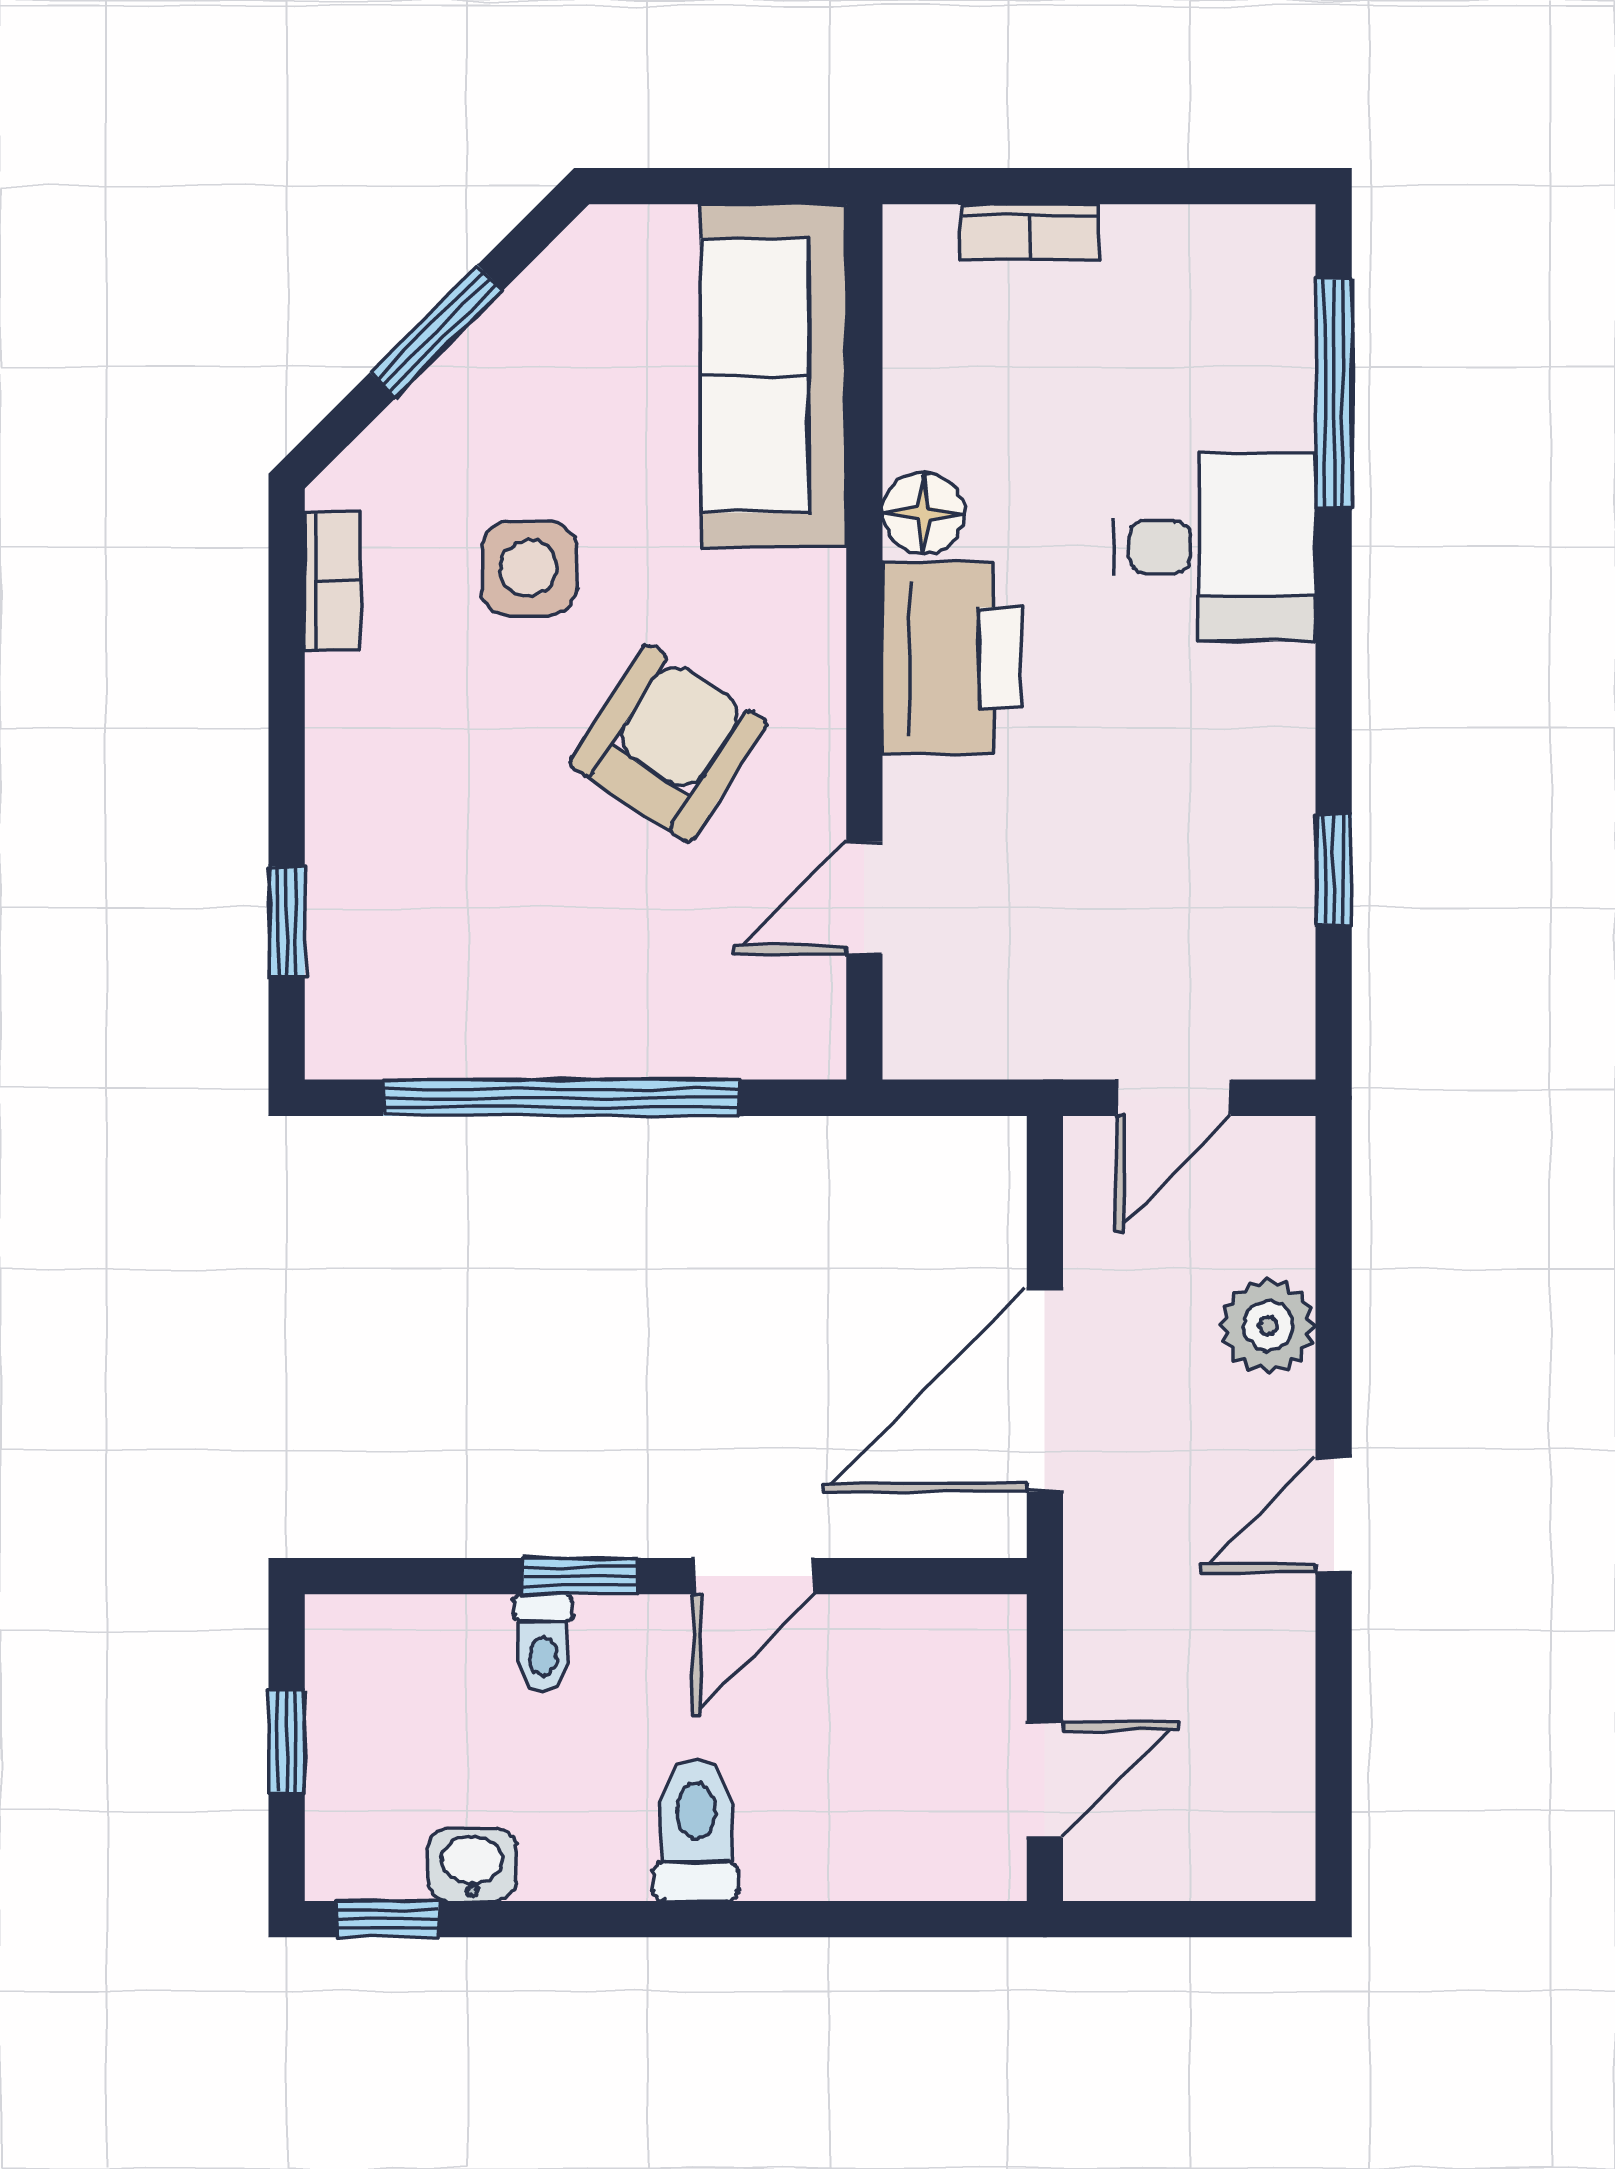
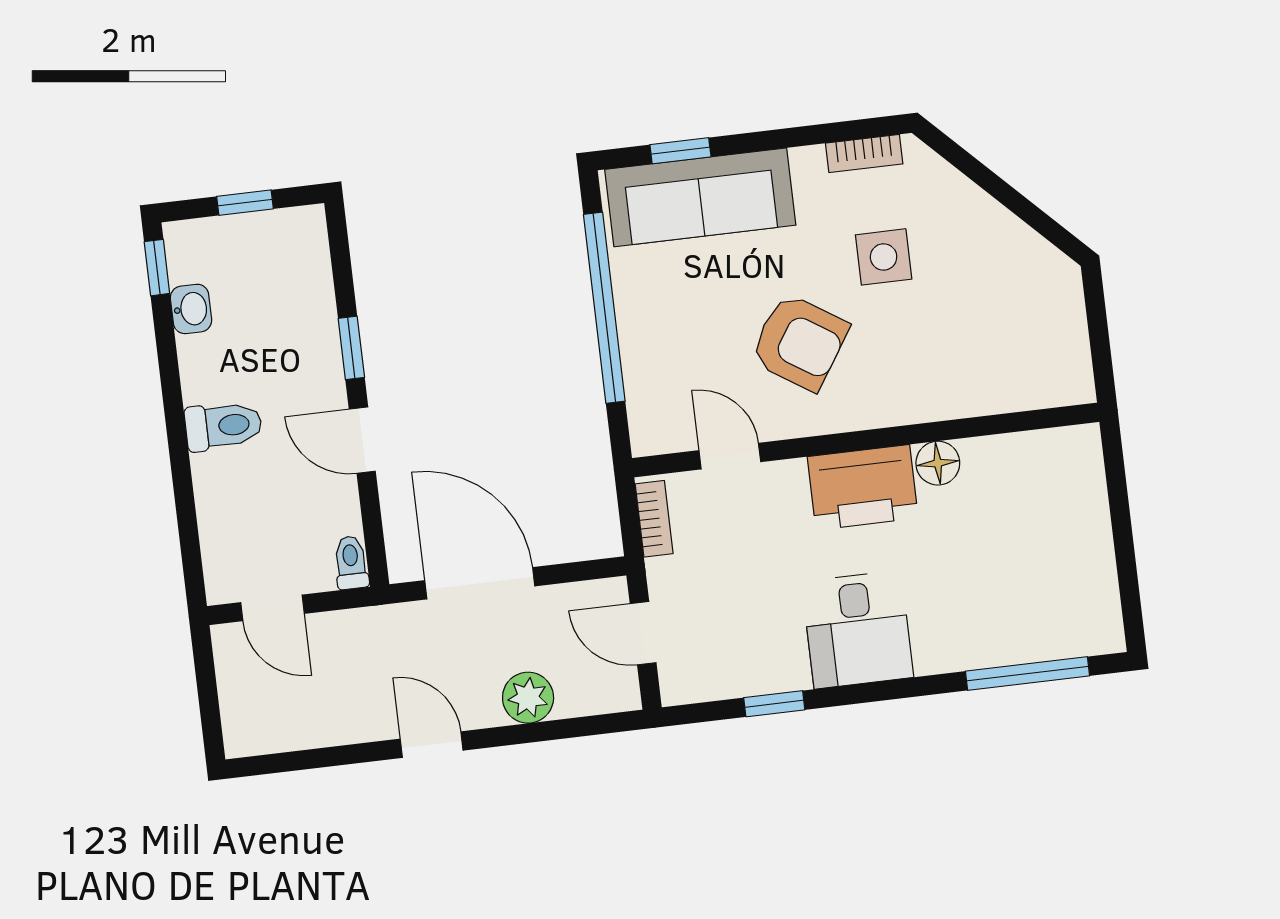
bookcase: (1029, 232) -> (654, 519), moved, turned 180
window: (436, 331) -> (1004, 193), removed
sofa: (773, 375) -> (700, 197), moved, turned 180
desk: (1214, 547) -> (858, 629), moved
toilet: (543, 1643) -> (351, 563), moved, turned 90

